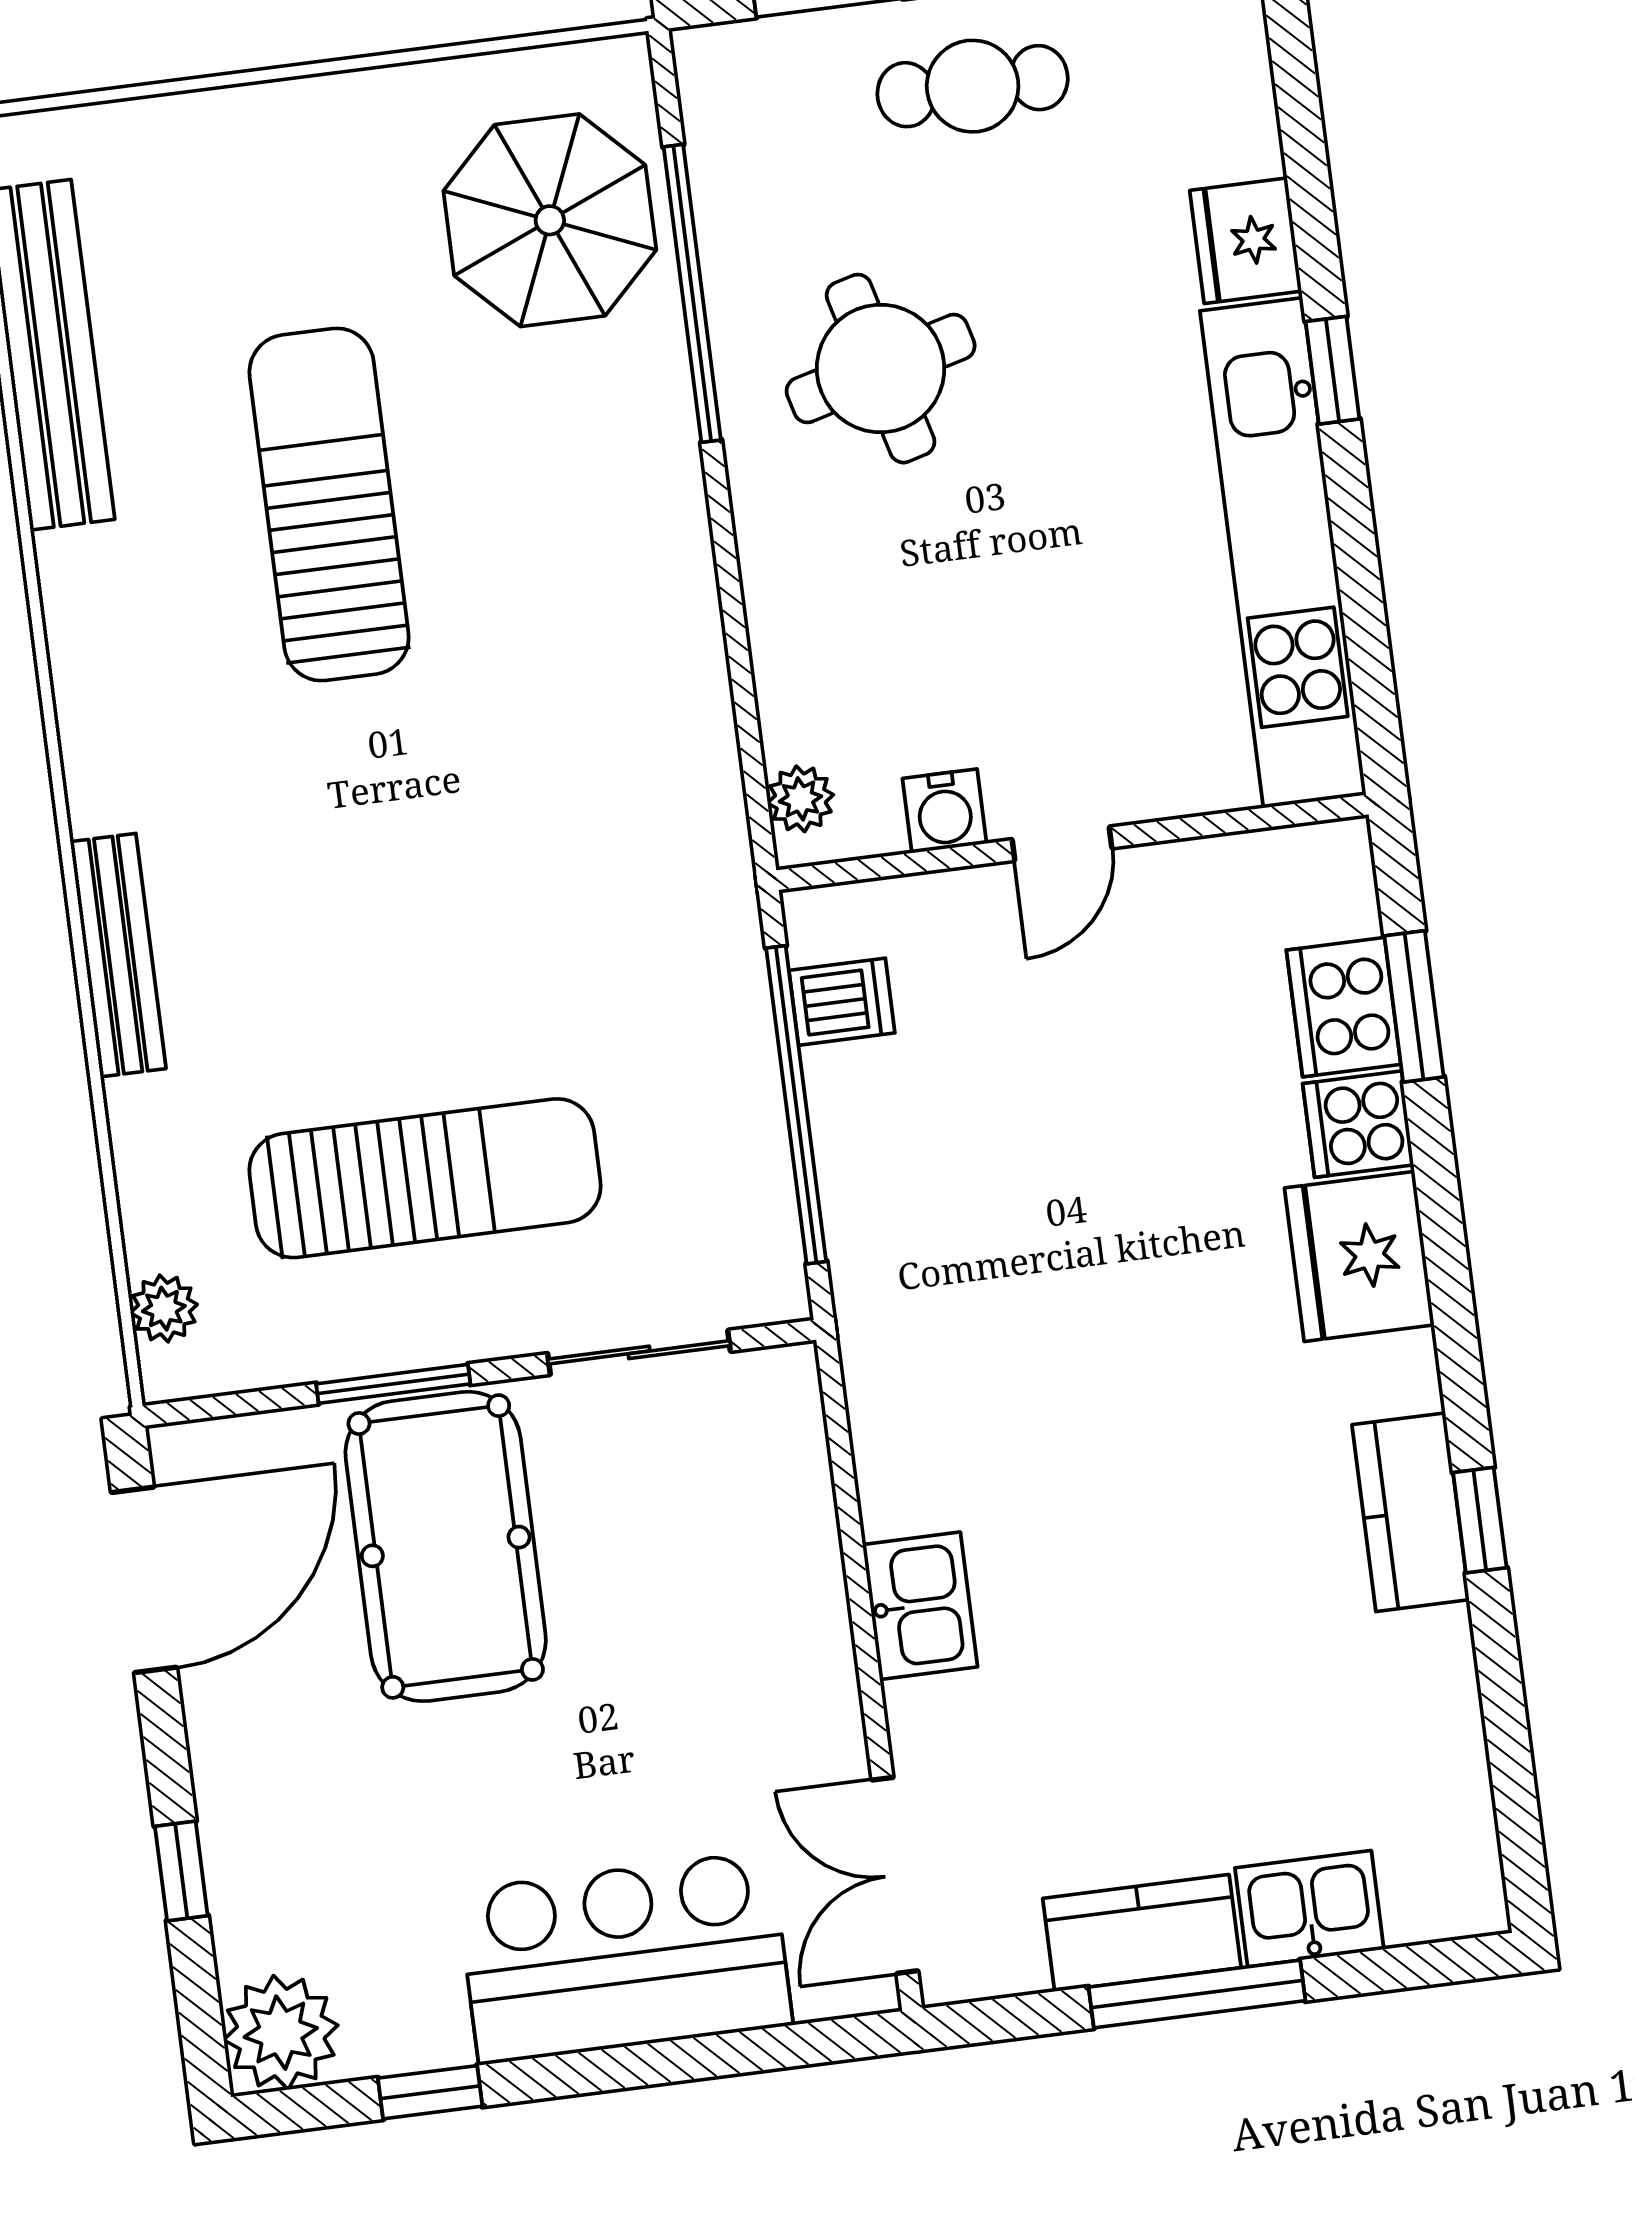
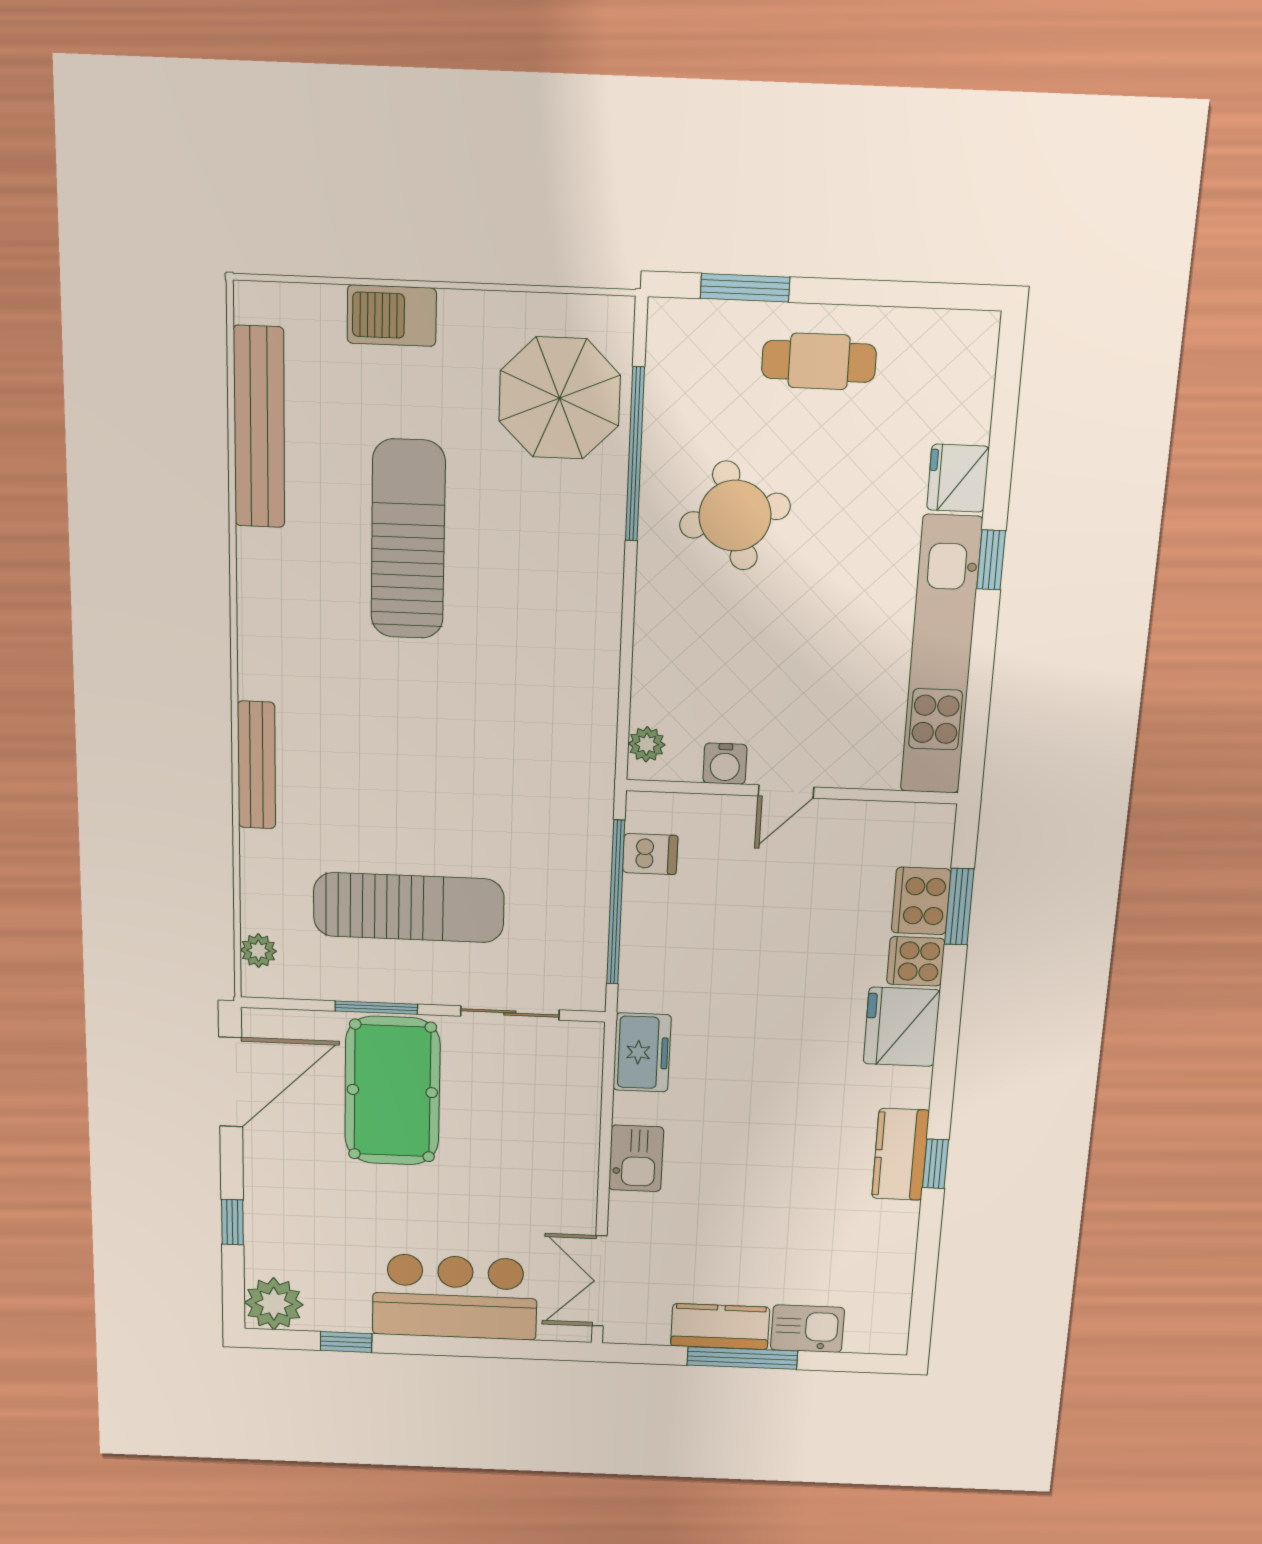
barbecue: (249, 131) -> (392, 316), added
freezer: (894, 1389) -> (642, 1052), added

